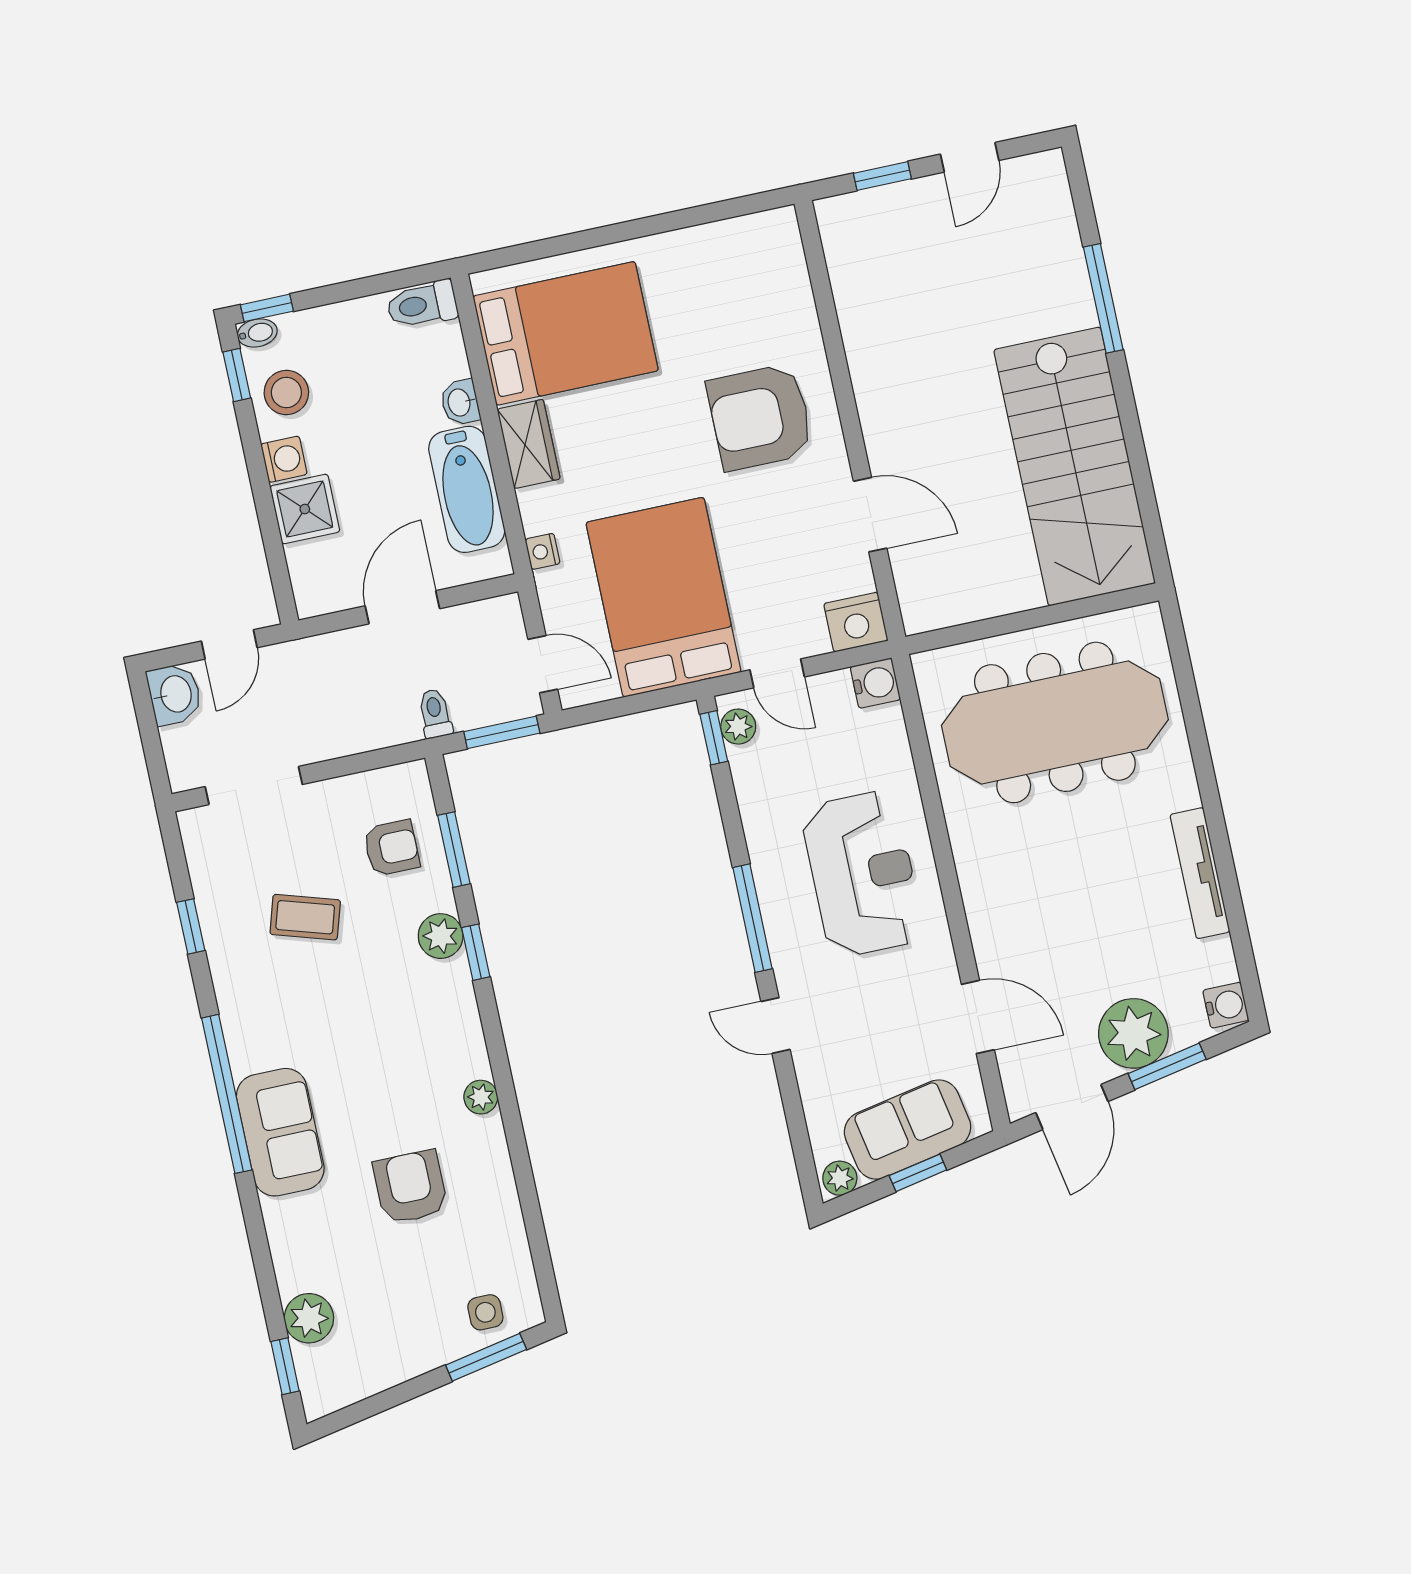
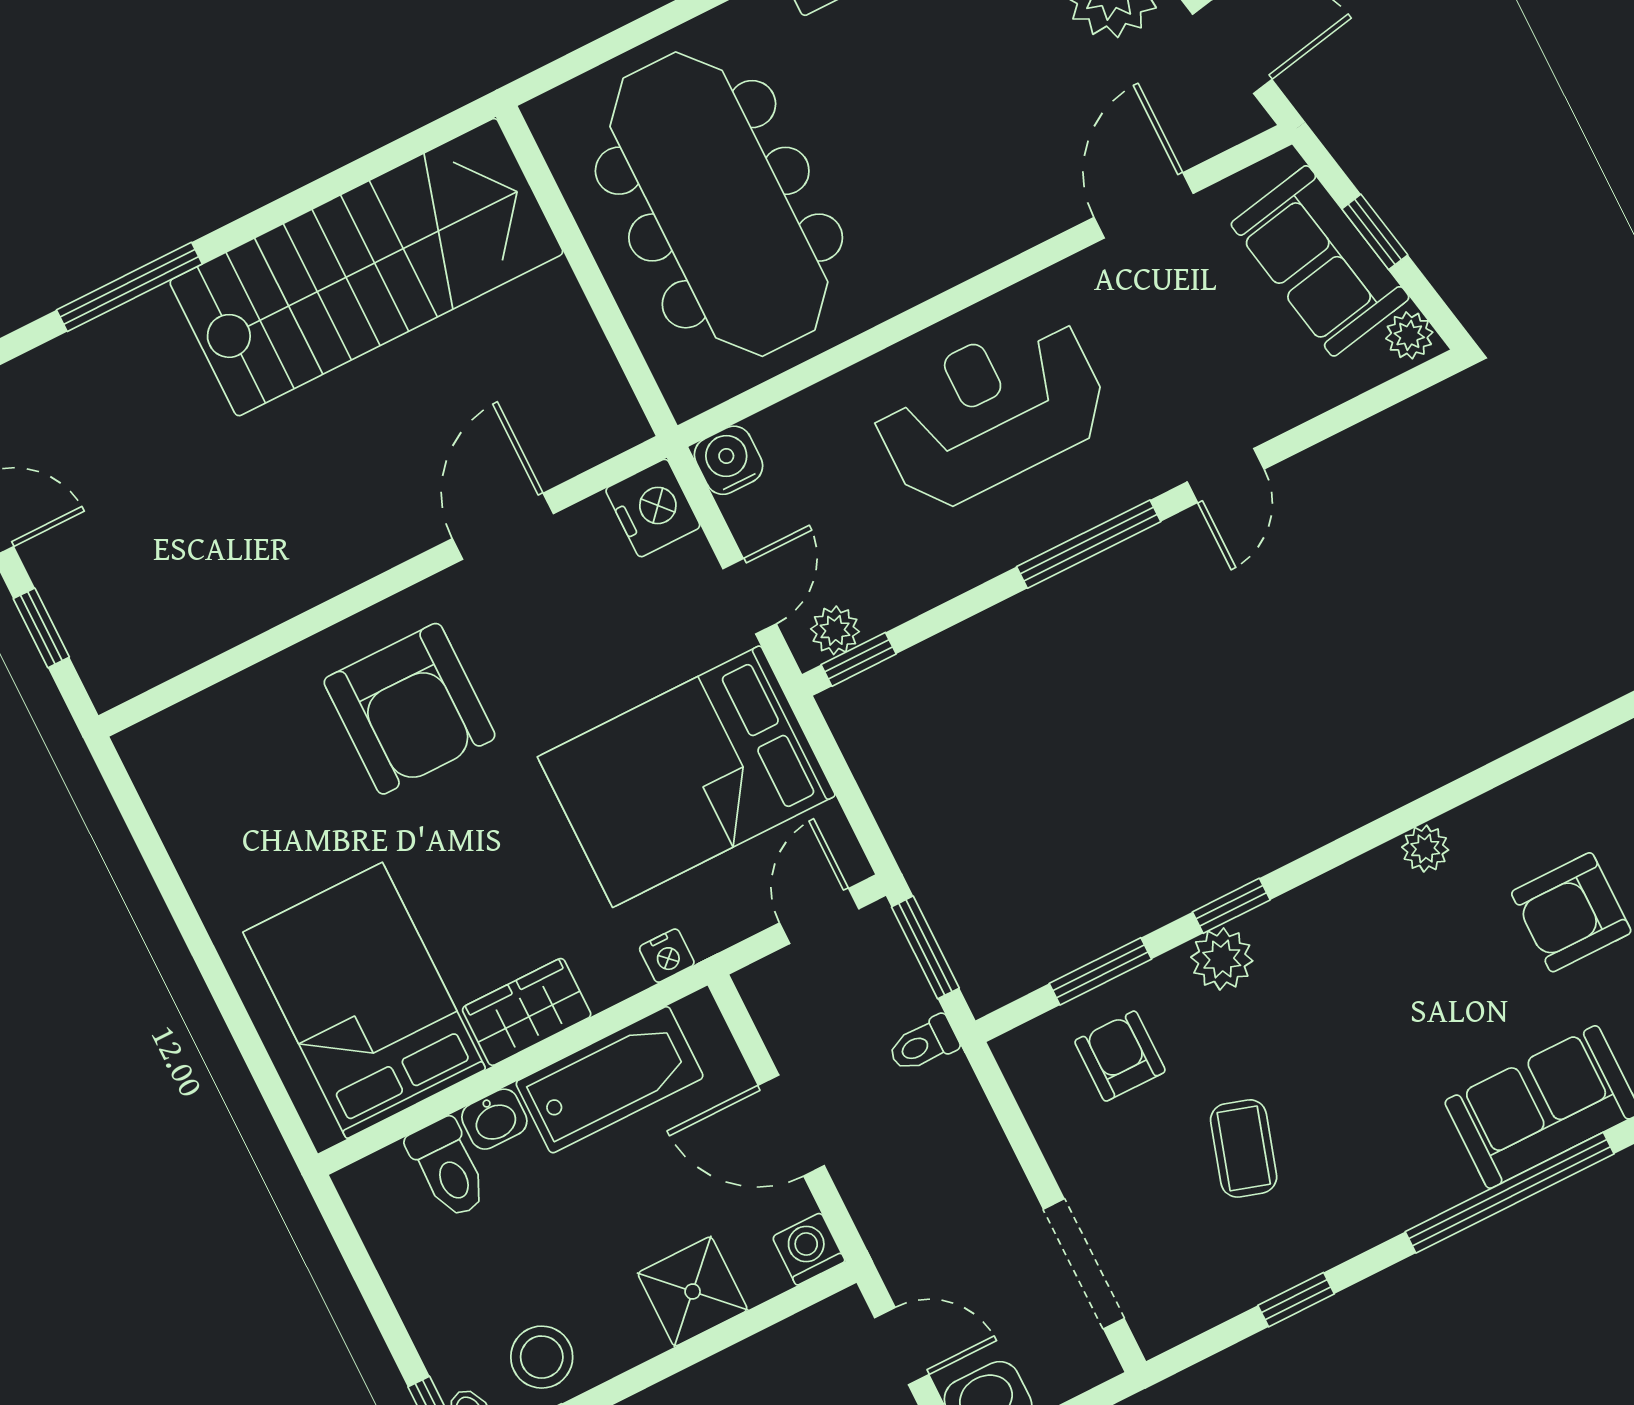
toilet: (422, 305) -> (448, 1168), moved
washing machine: (284, 459) -> (809, 1249), moved

